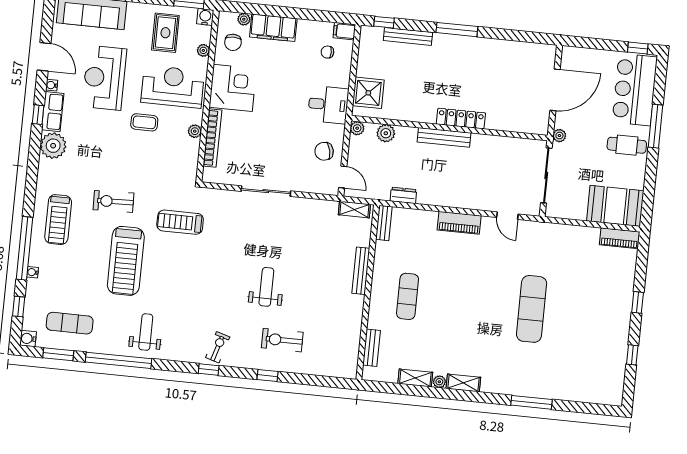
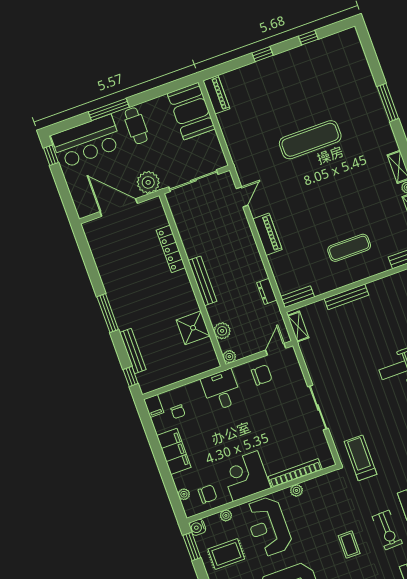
filing cabinet: (273, 28) -> (174, 451), moved
shower: (368, 93) -> (193, 328), moved
locker: (461, 119) -> (171, 249), moved
coffee table: (144, 122) -> (349, 545), moved
plant: (559, 136) -> (148, 182), width x1.88, depth x1.88
chair: (324, 151) -> (262, 375), turned -77
treadmill: (180, 222) -> (360, 458), moved, turned 180

